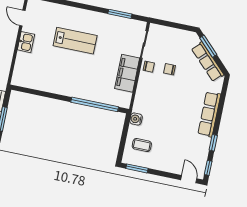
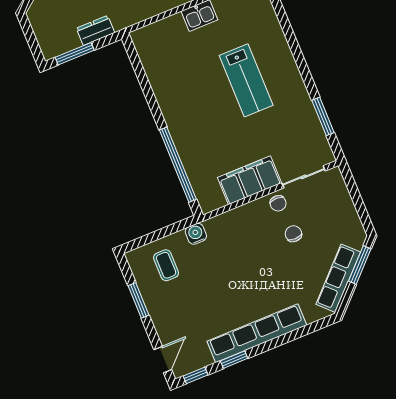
row of seats: (209, 114) -> (257, 333), width x1.36
window: (137, 168) -> (139, 300), moved

